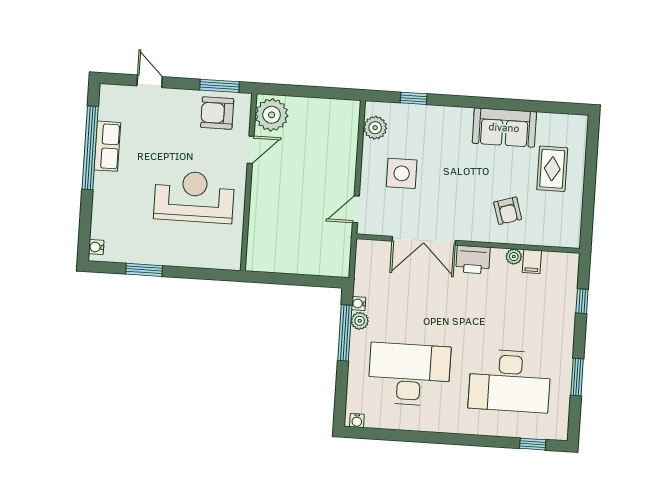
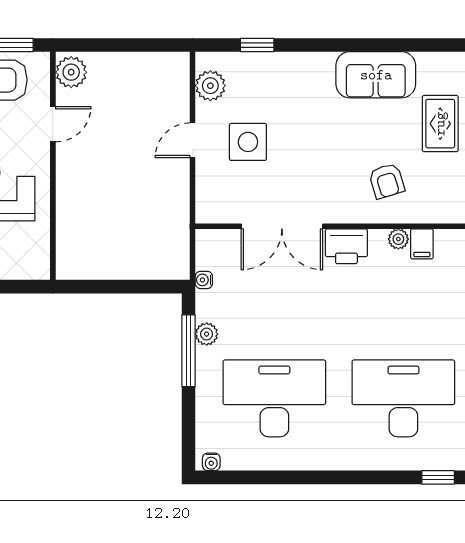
plant: (272, 115) -> (71, 72), width x0.73, depth x0.73
door: (356, 209) -> (193, 140), moved
water cooler: (359, 304) -> (204, 280), moved
desk: (510, 381) -> (403, 398), turned 180

